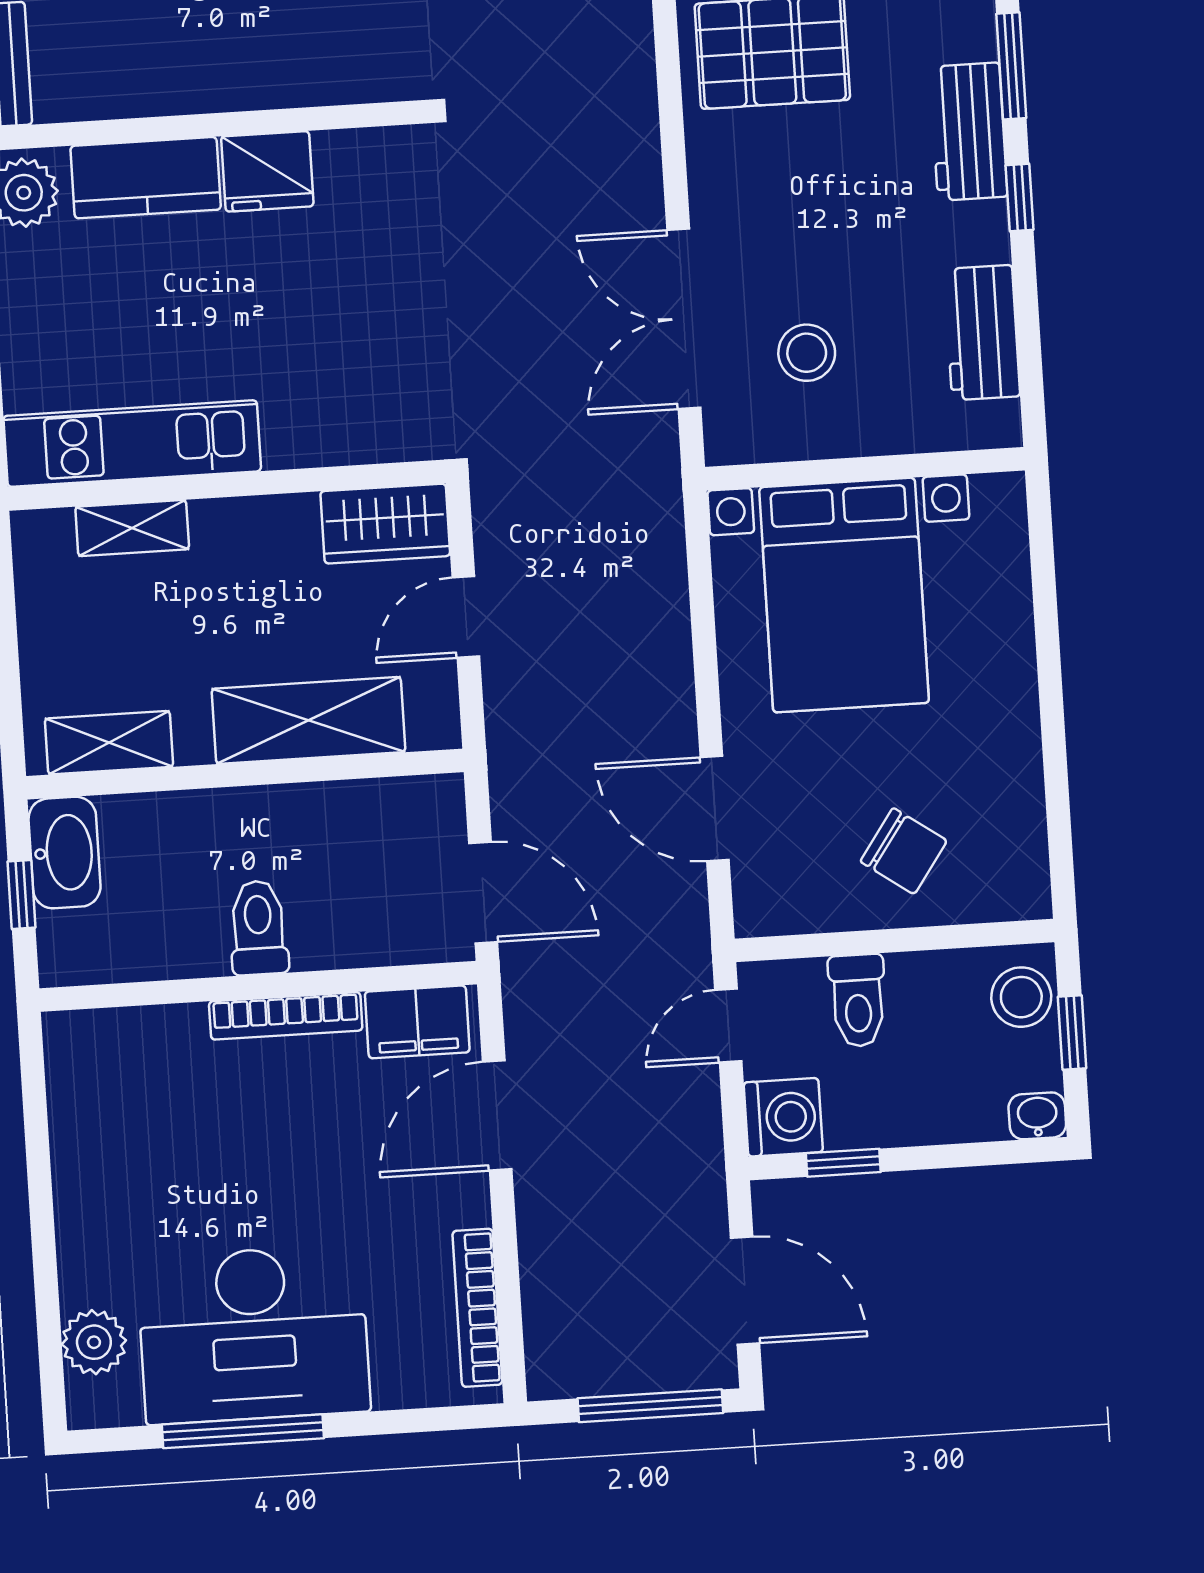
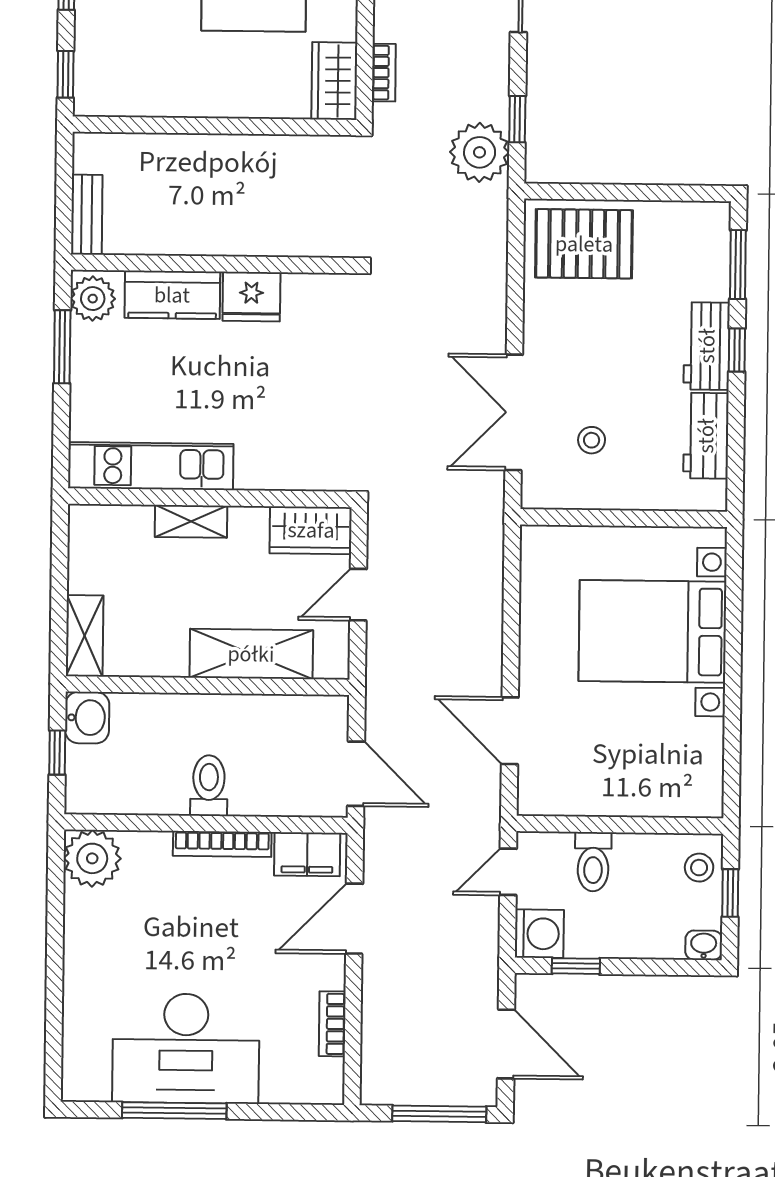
workbench: (969, 132) -> (707, 346), moved
stool: (807, 353) -> (592, 440), width x0.73, depth x0.73
shelving: (132, 528) -> (191, 521), moved
bed with nightstands: (844, 595) -> (652, 631), moved, turned 90
shelving: (109, 743) -> (85, 636), moved, turned 90
chair: (904, 851) -> (630, 767), removed
washbasin: (65, 853) -> (87, 718), width x0.72
stool: (1021, 997) -> (699, 868), width x0.73, depth x0.73
bookcase: (477, 1308) -> (332, 1024), width x0.64
plant: (94, 1342) -> (92, 858), moved, width x1.36, depth x1.36

